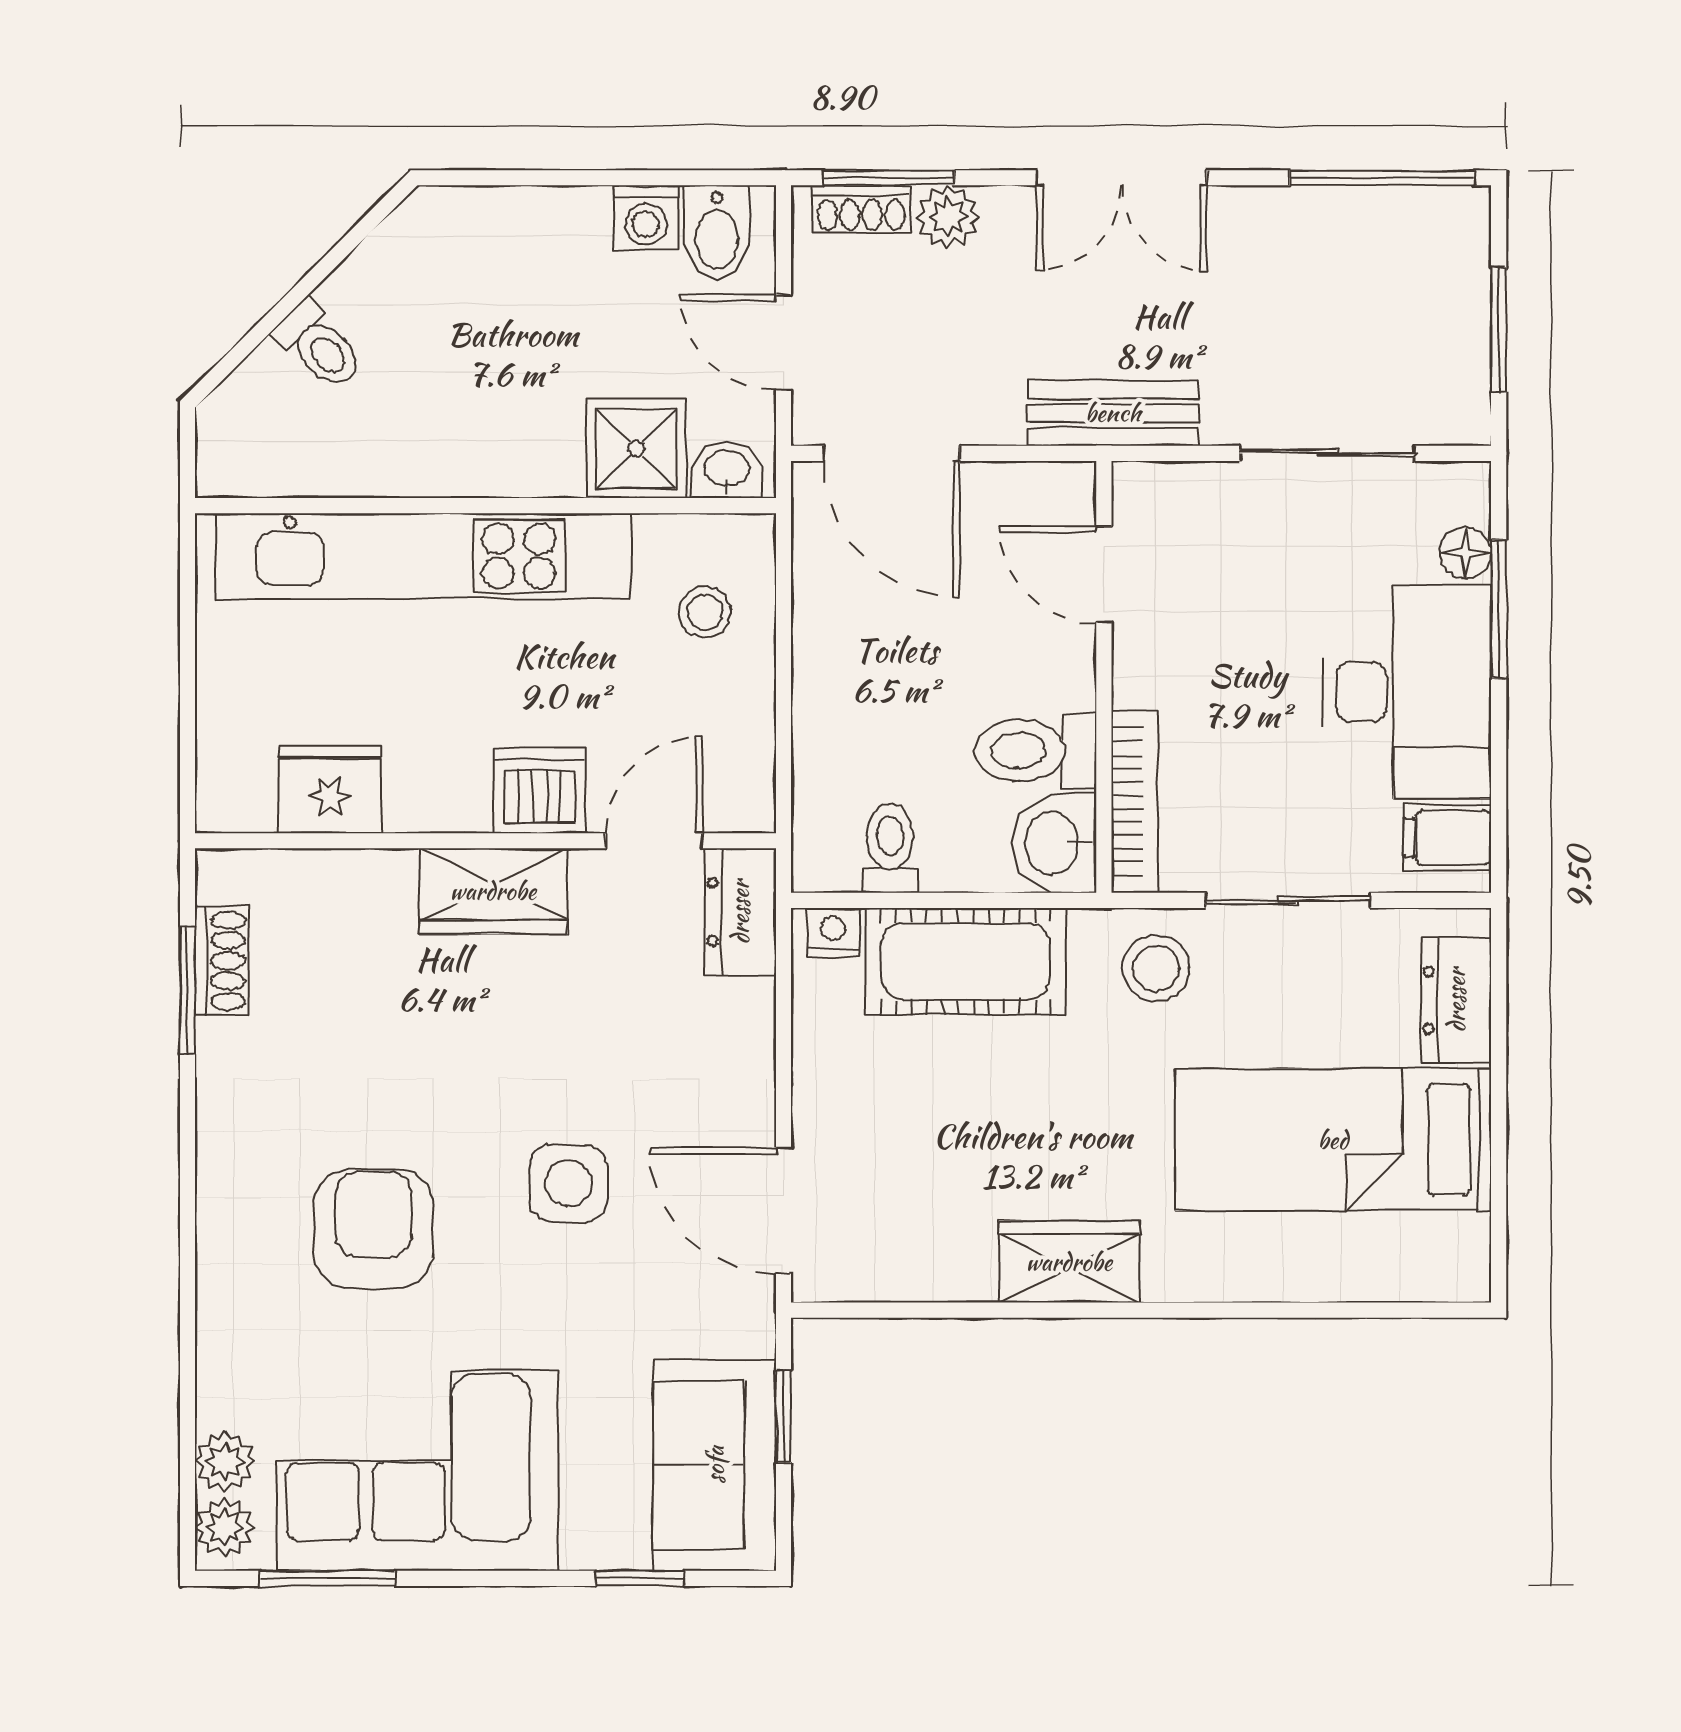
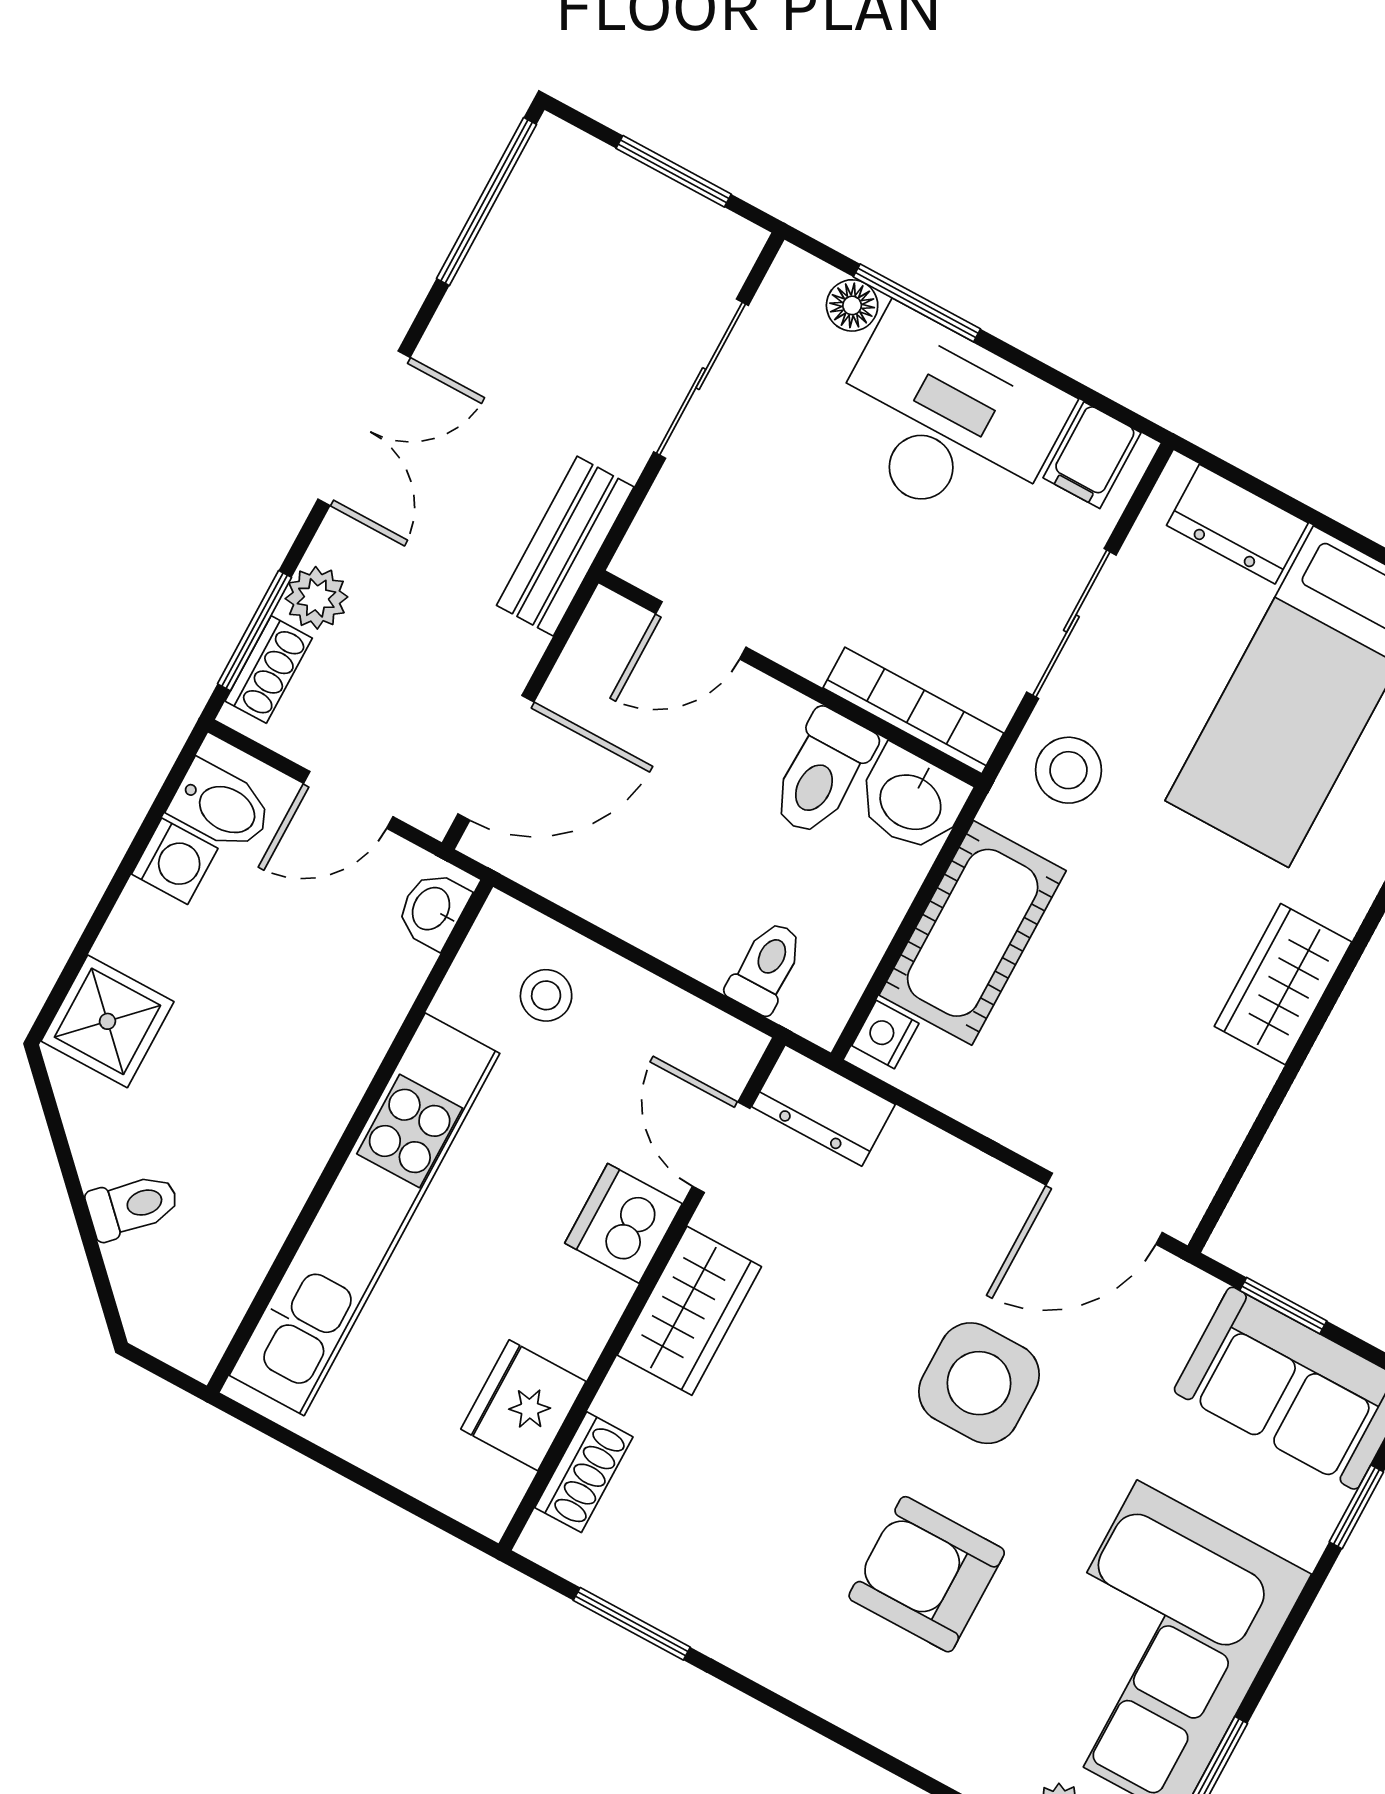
shower: (636, 449) -> (107, 1021), moved
toilet: (890, 848) -> (766, 967), moved, turned 90
shoe rack: (222, 961) -> (584, 1472), moved, turned 90
side table: (568, 1183) -> (979, 1383), width x1.37, depth x1.37

